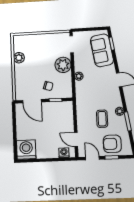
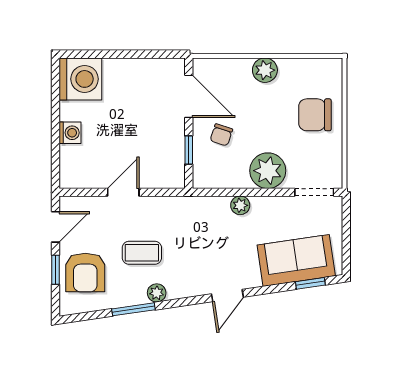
chair: (38, 46) -> (315, 115), added
plant: (19, 58) -> (265, 70), moved
door: (32, 101) -> (189, 96), swing flipped
door: (76, 139) -> (123, 192), moved
armchair: (112, 144) -> (85, 272), turned 180
washing machine: (64, 153) -> (70, 133), moved

